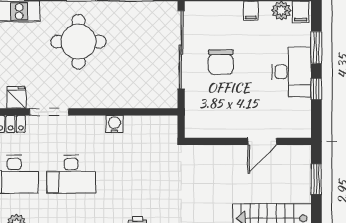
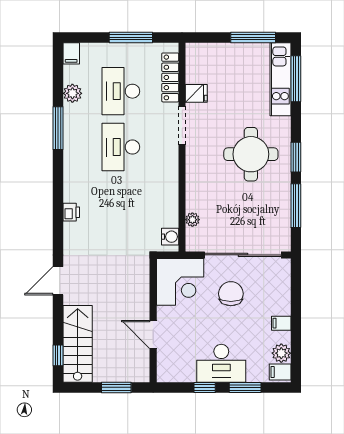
chair: (221, 62) -> (231, 294), turned 90
plant: (145, 101) -> (192, 220), added
corner desk: (209, 114) -> (180, 282), added
water cooler: (114, 124) -> (170, 237), moved

